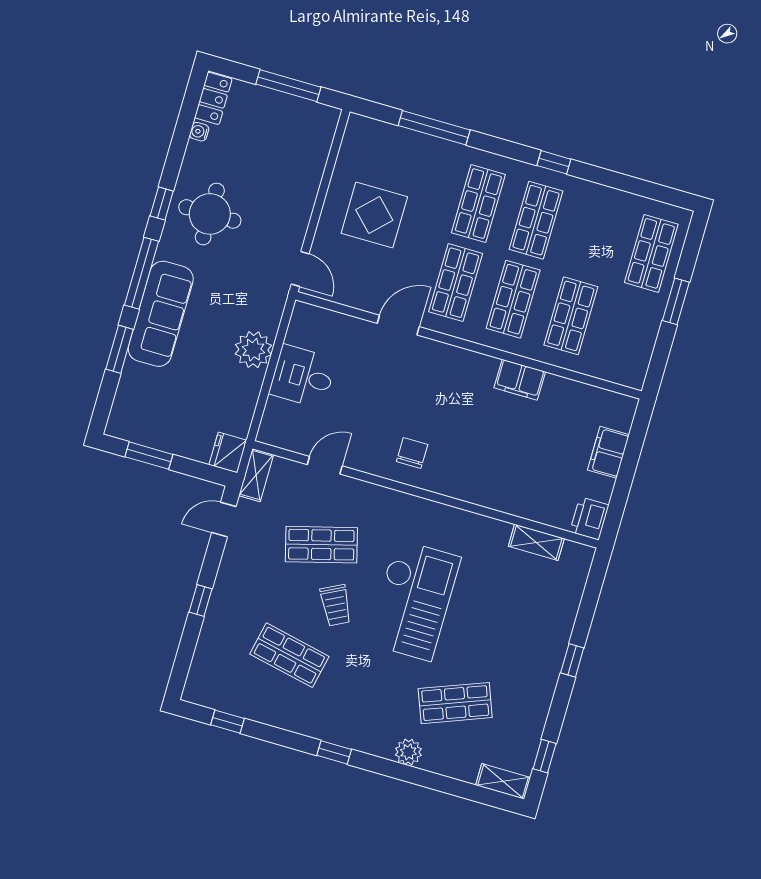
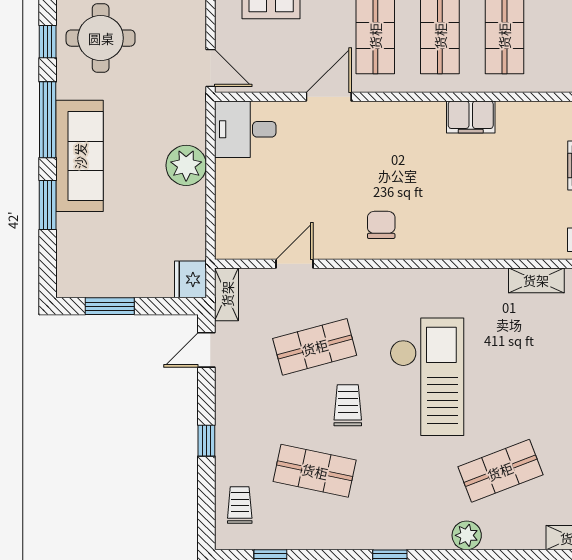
desk: (303, 376) -> (245, 129), moved
trolley: (336, 605) -> (348, 405), turned -153
trolley: (214, 666) -> (240, 505), added

